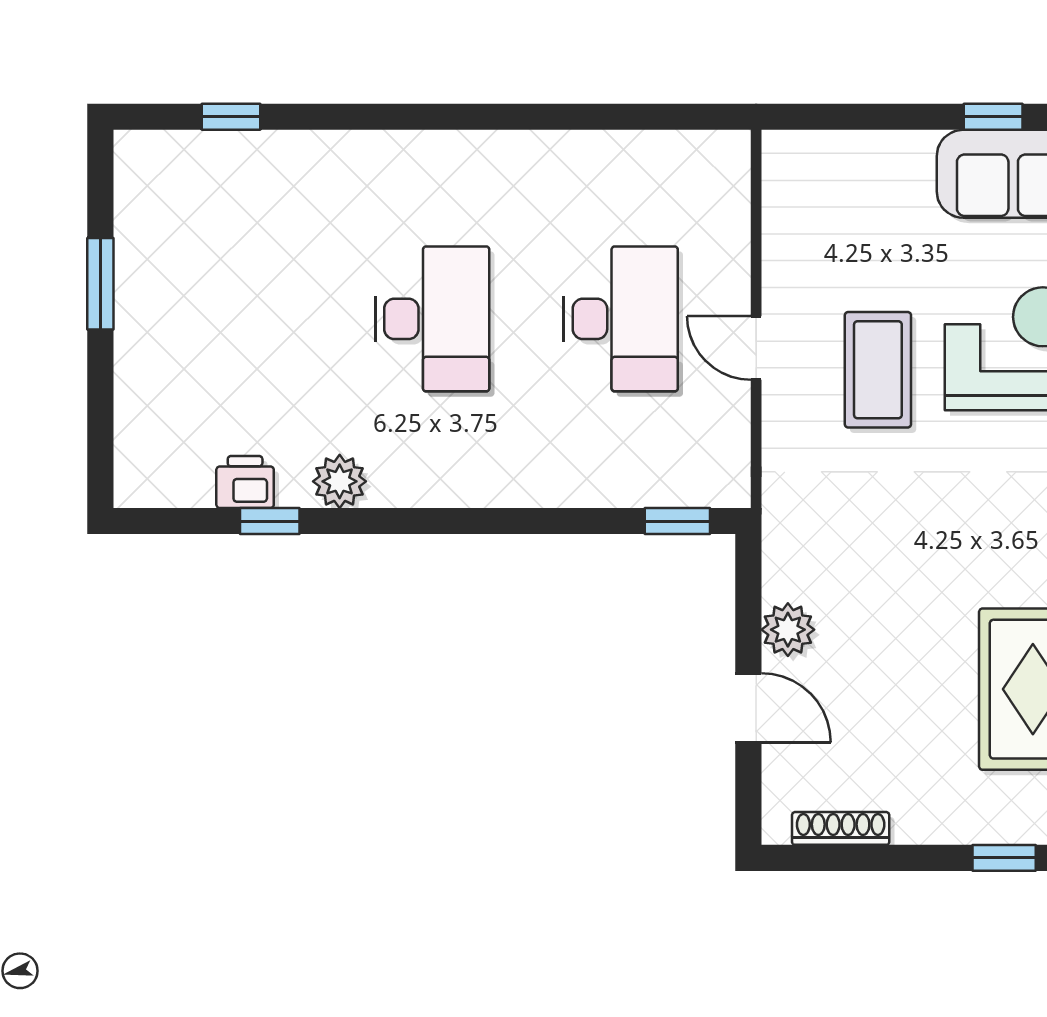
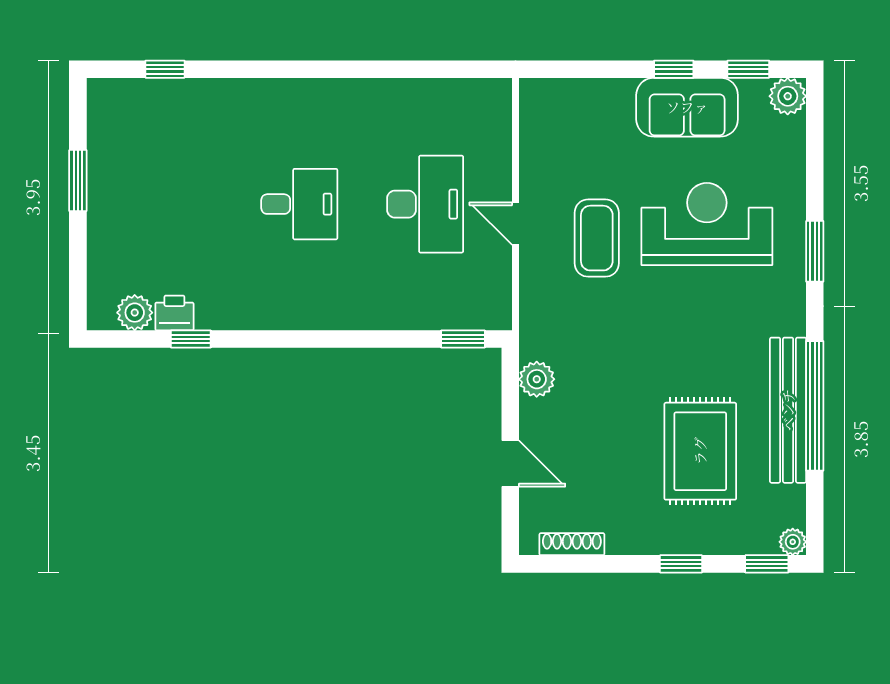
desk: (432, 319) -> (299, 204), width x0.73
plant: (340, 481) -> (135, 313), moved
plant: (788, 630) -> (537, 379), moved

